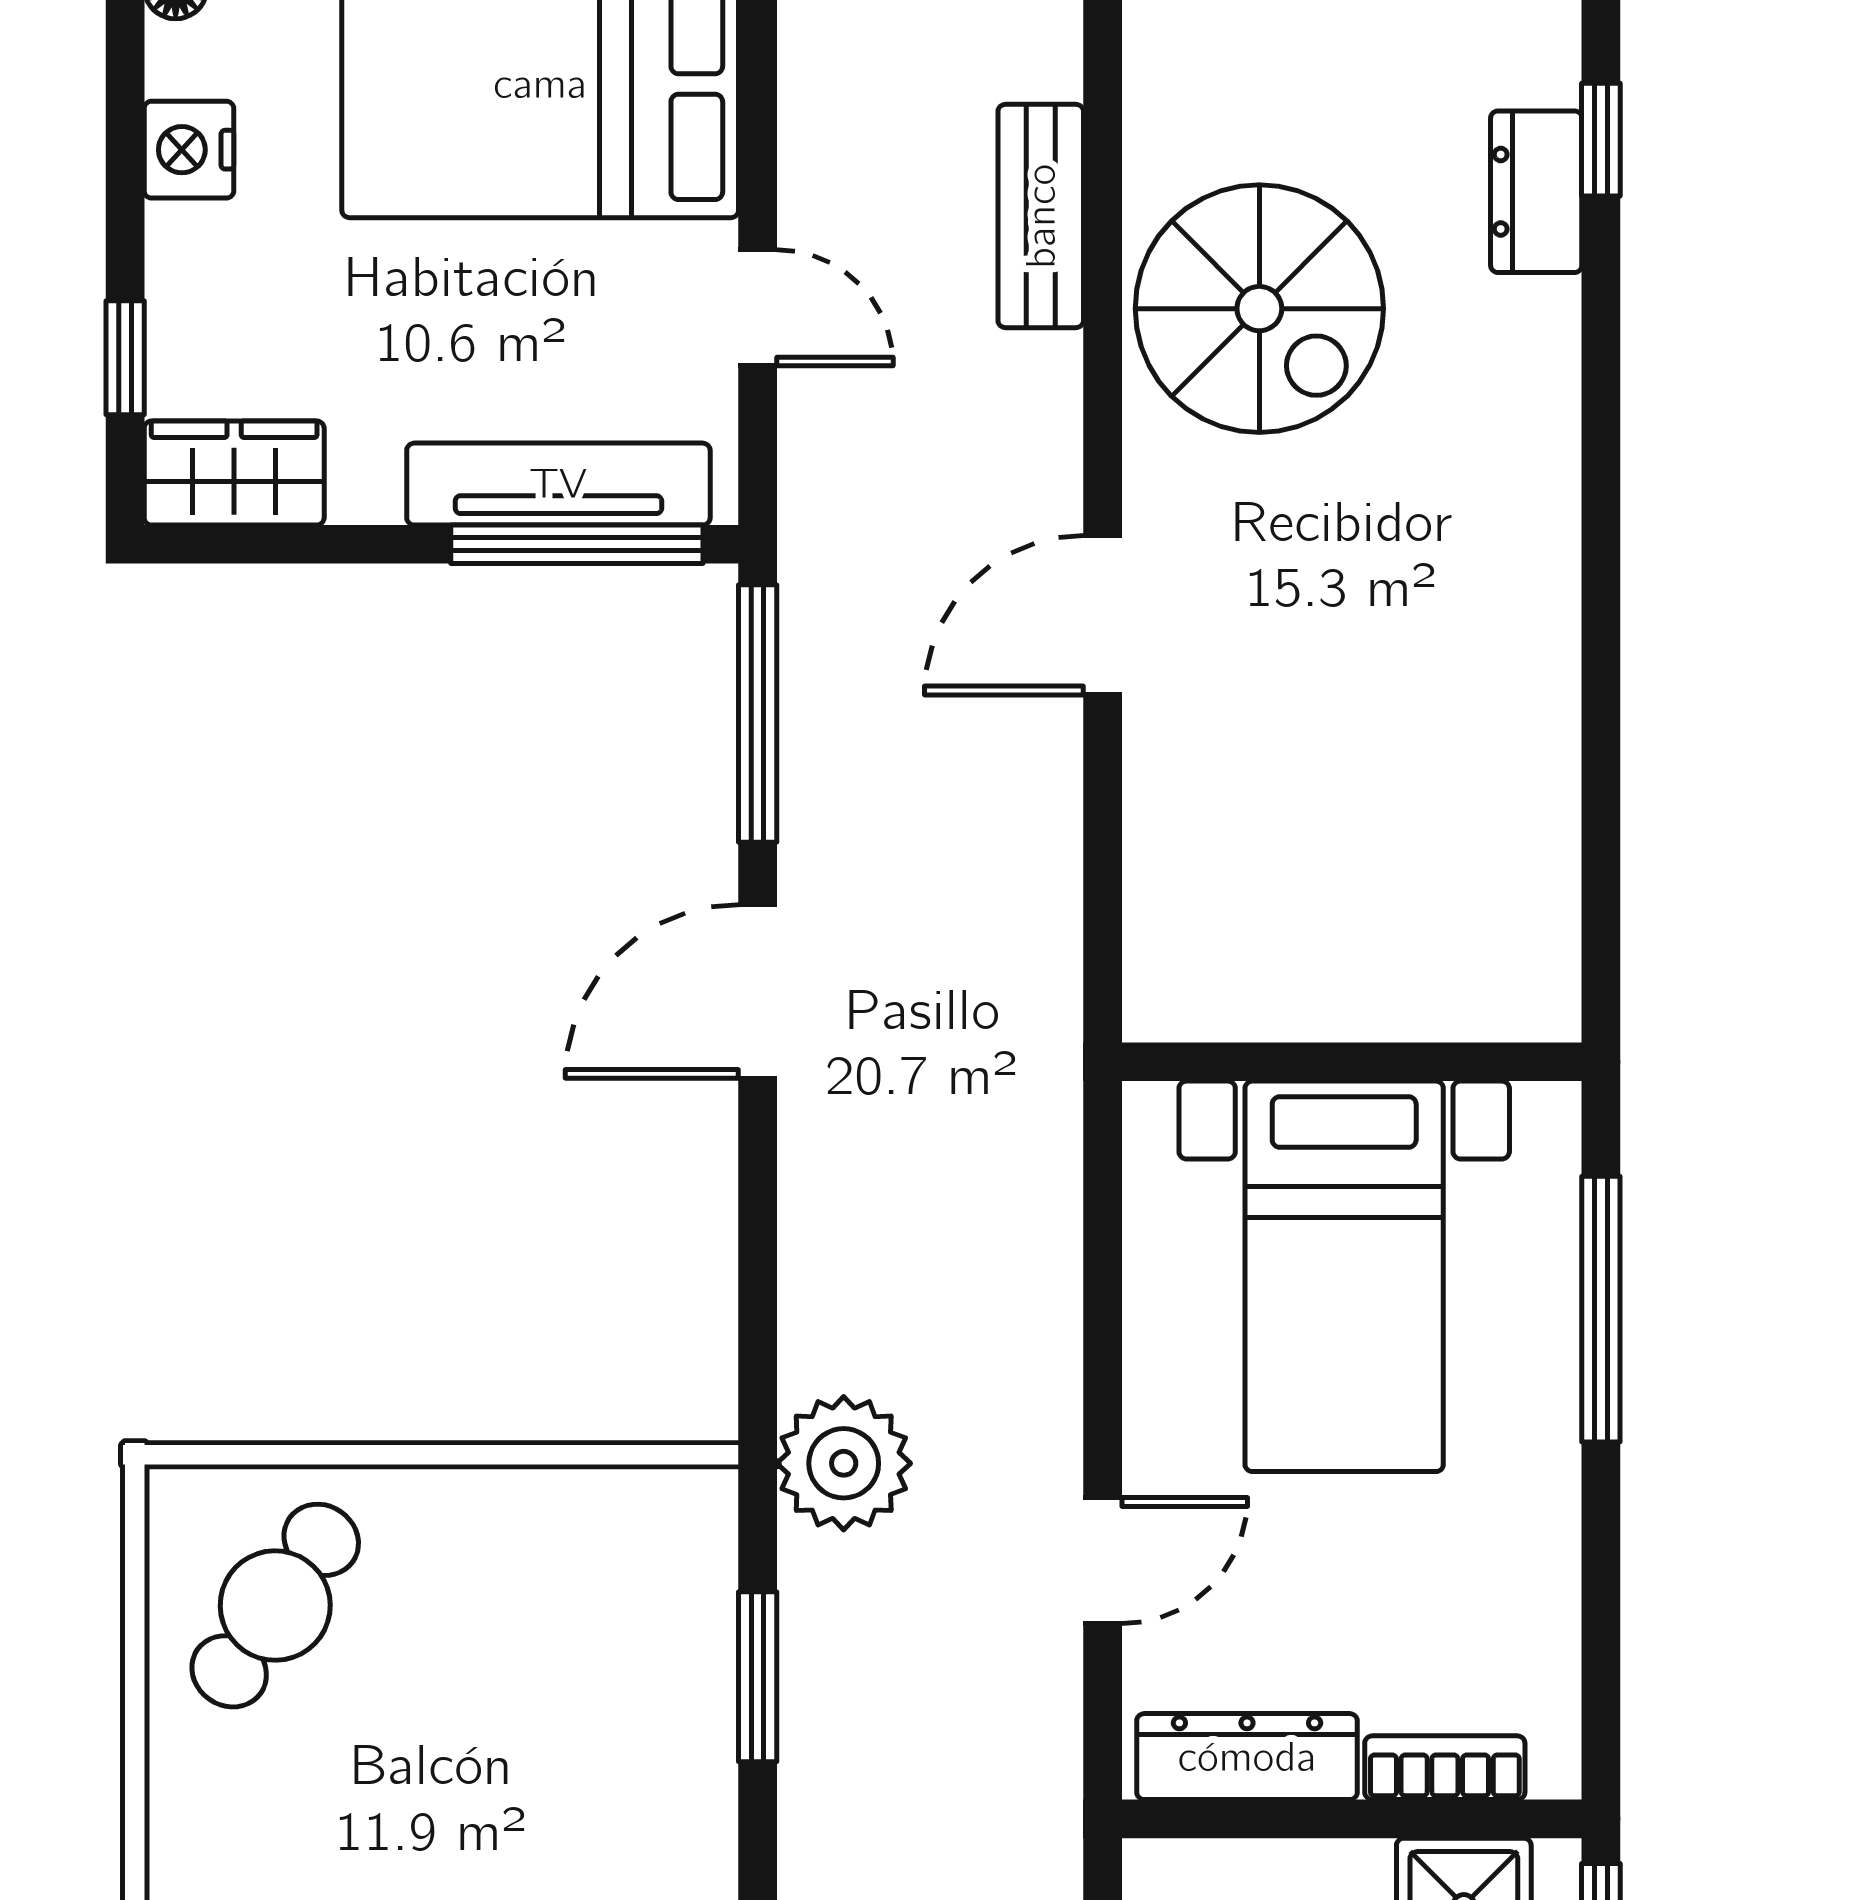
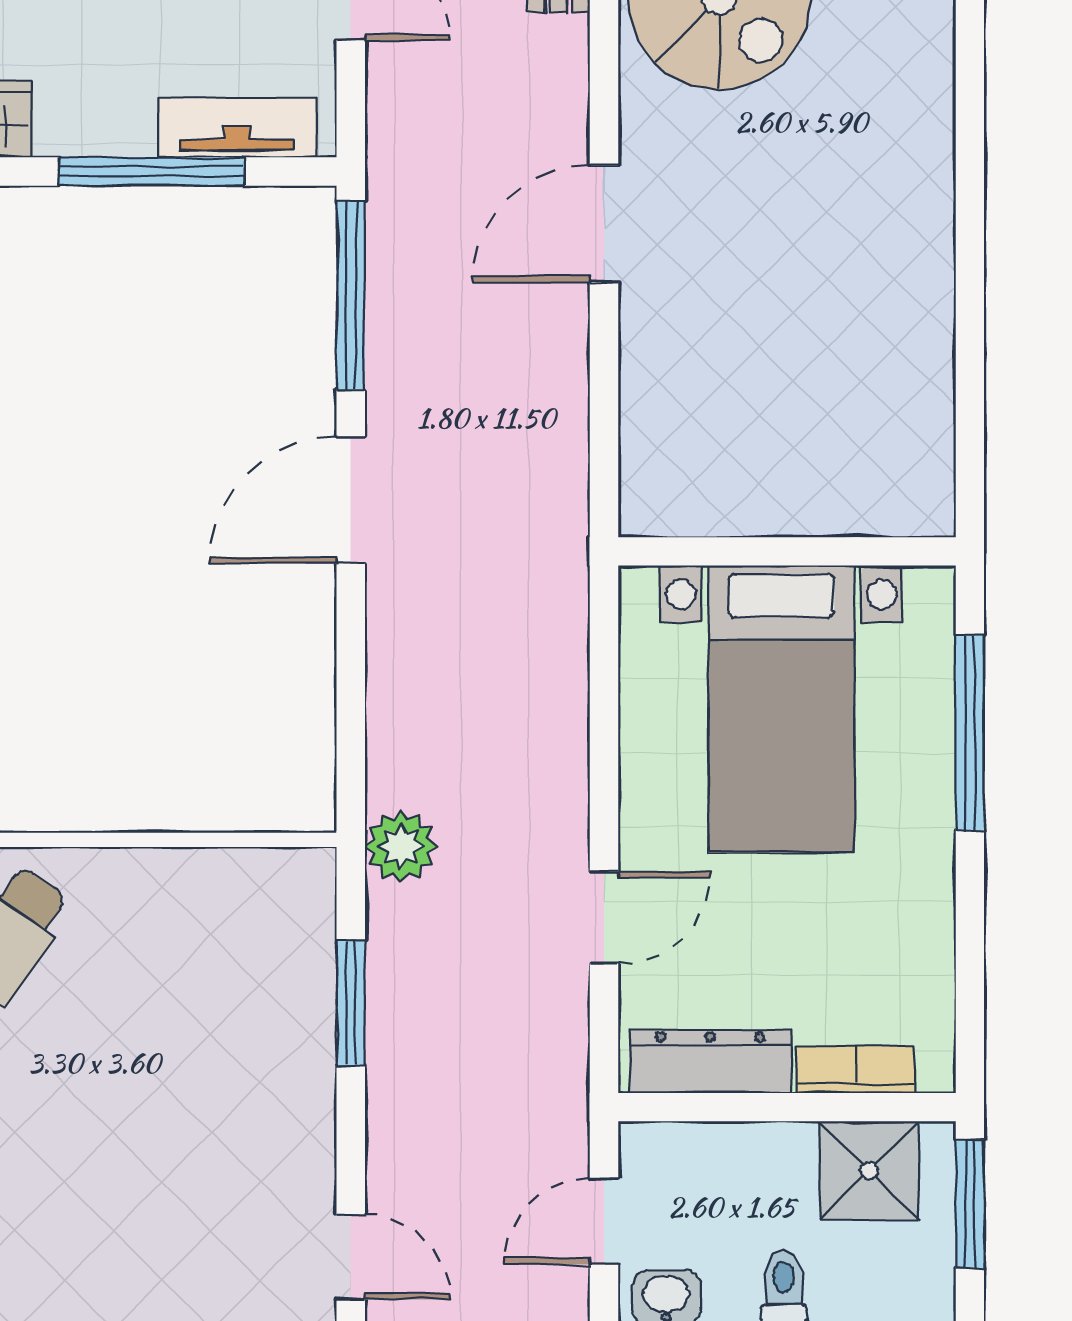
tv unit: (558, 484) -> (237, 127), width x0.71
window: (577, 544) -> (152, 172), moved
plant: (844, 1463) -> (401, 846), width x0.73, depth x0.73

